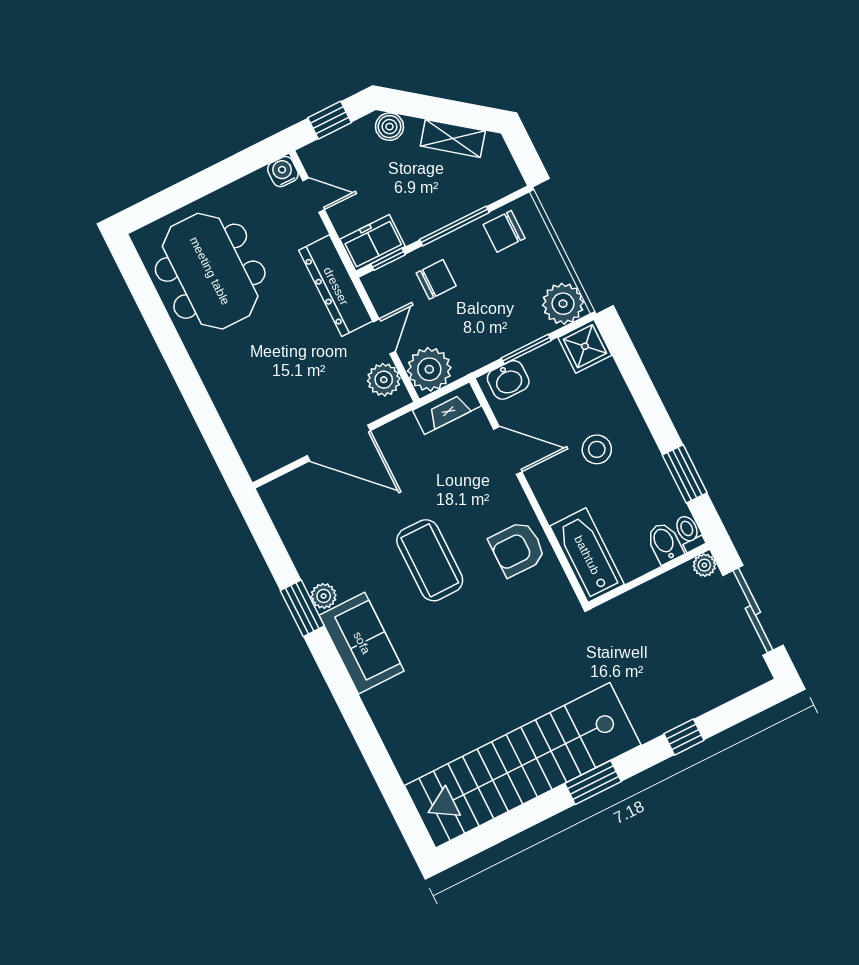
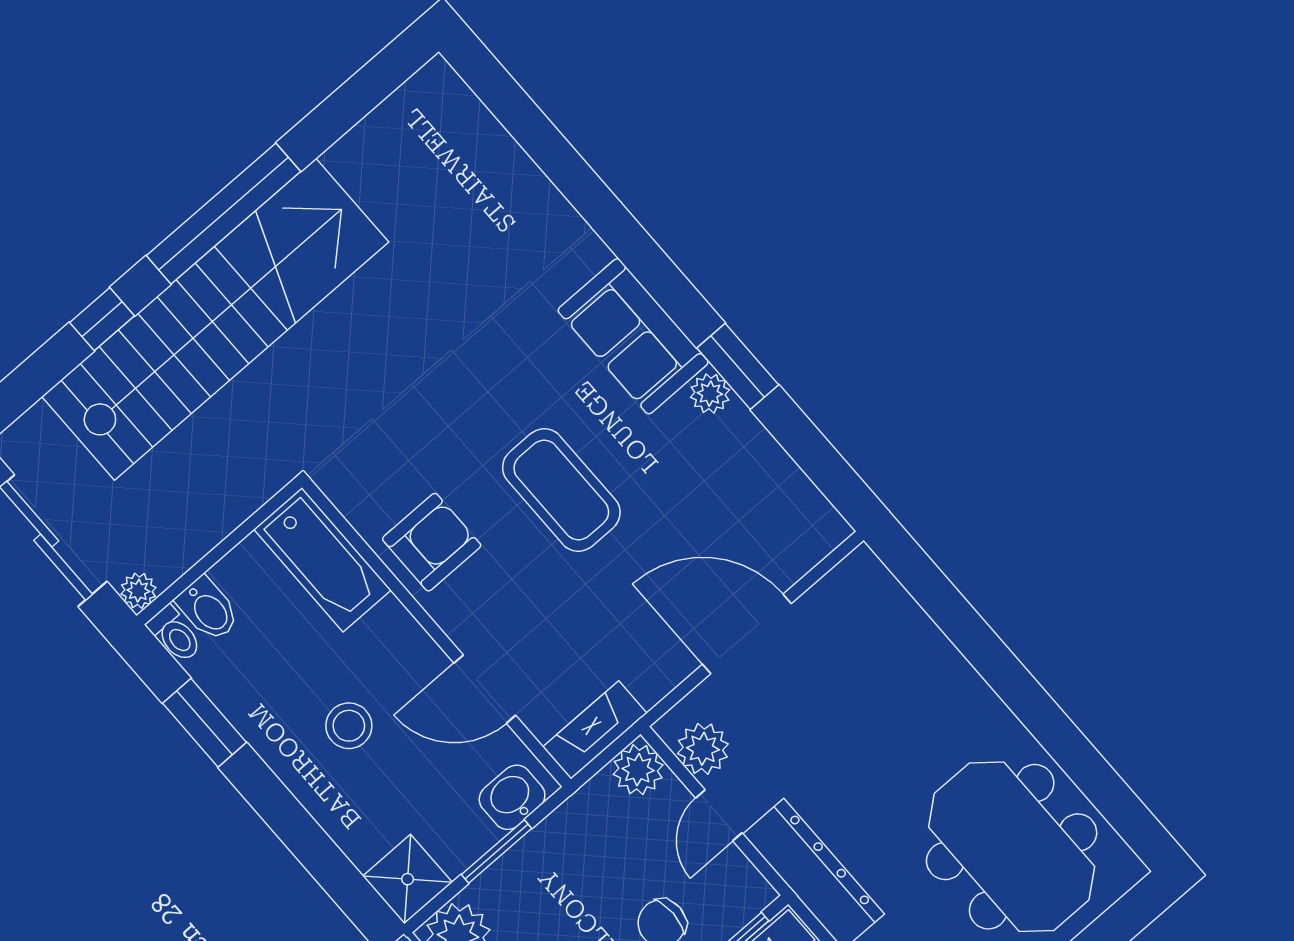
plant: (429, 369) -> (638, 770), width x0.73, depth x0.73
stairs: (523, 765) -> (215, 319), moved
window: (593, 783) -> (223, 214), width x2.11

